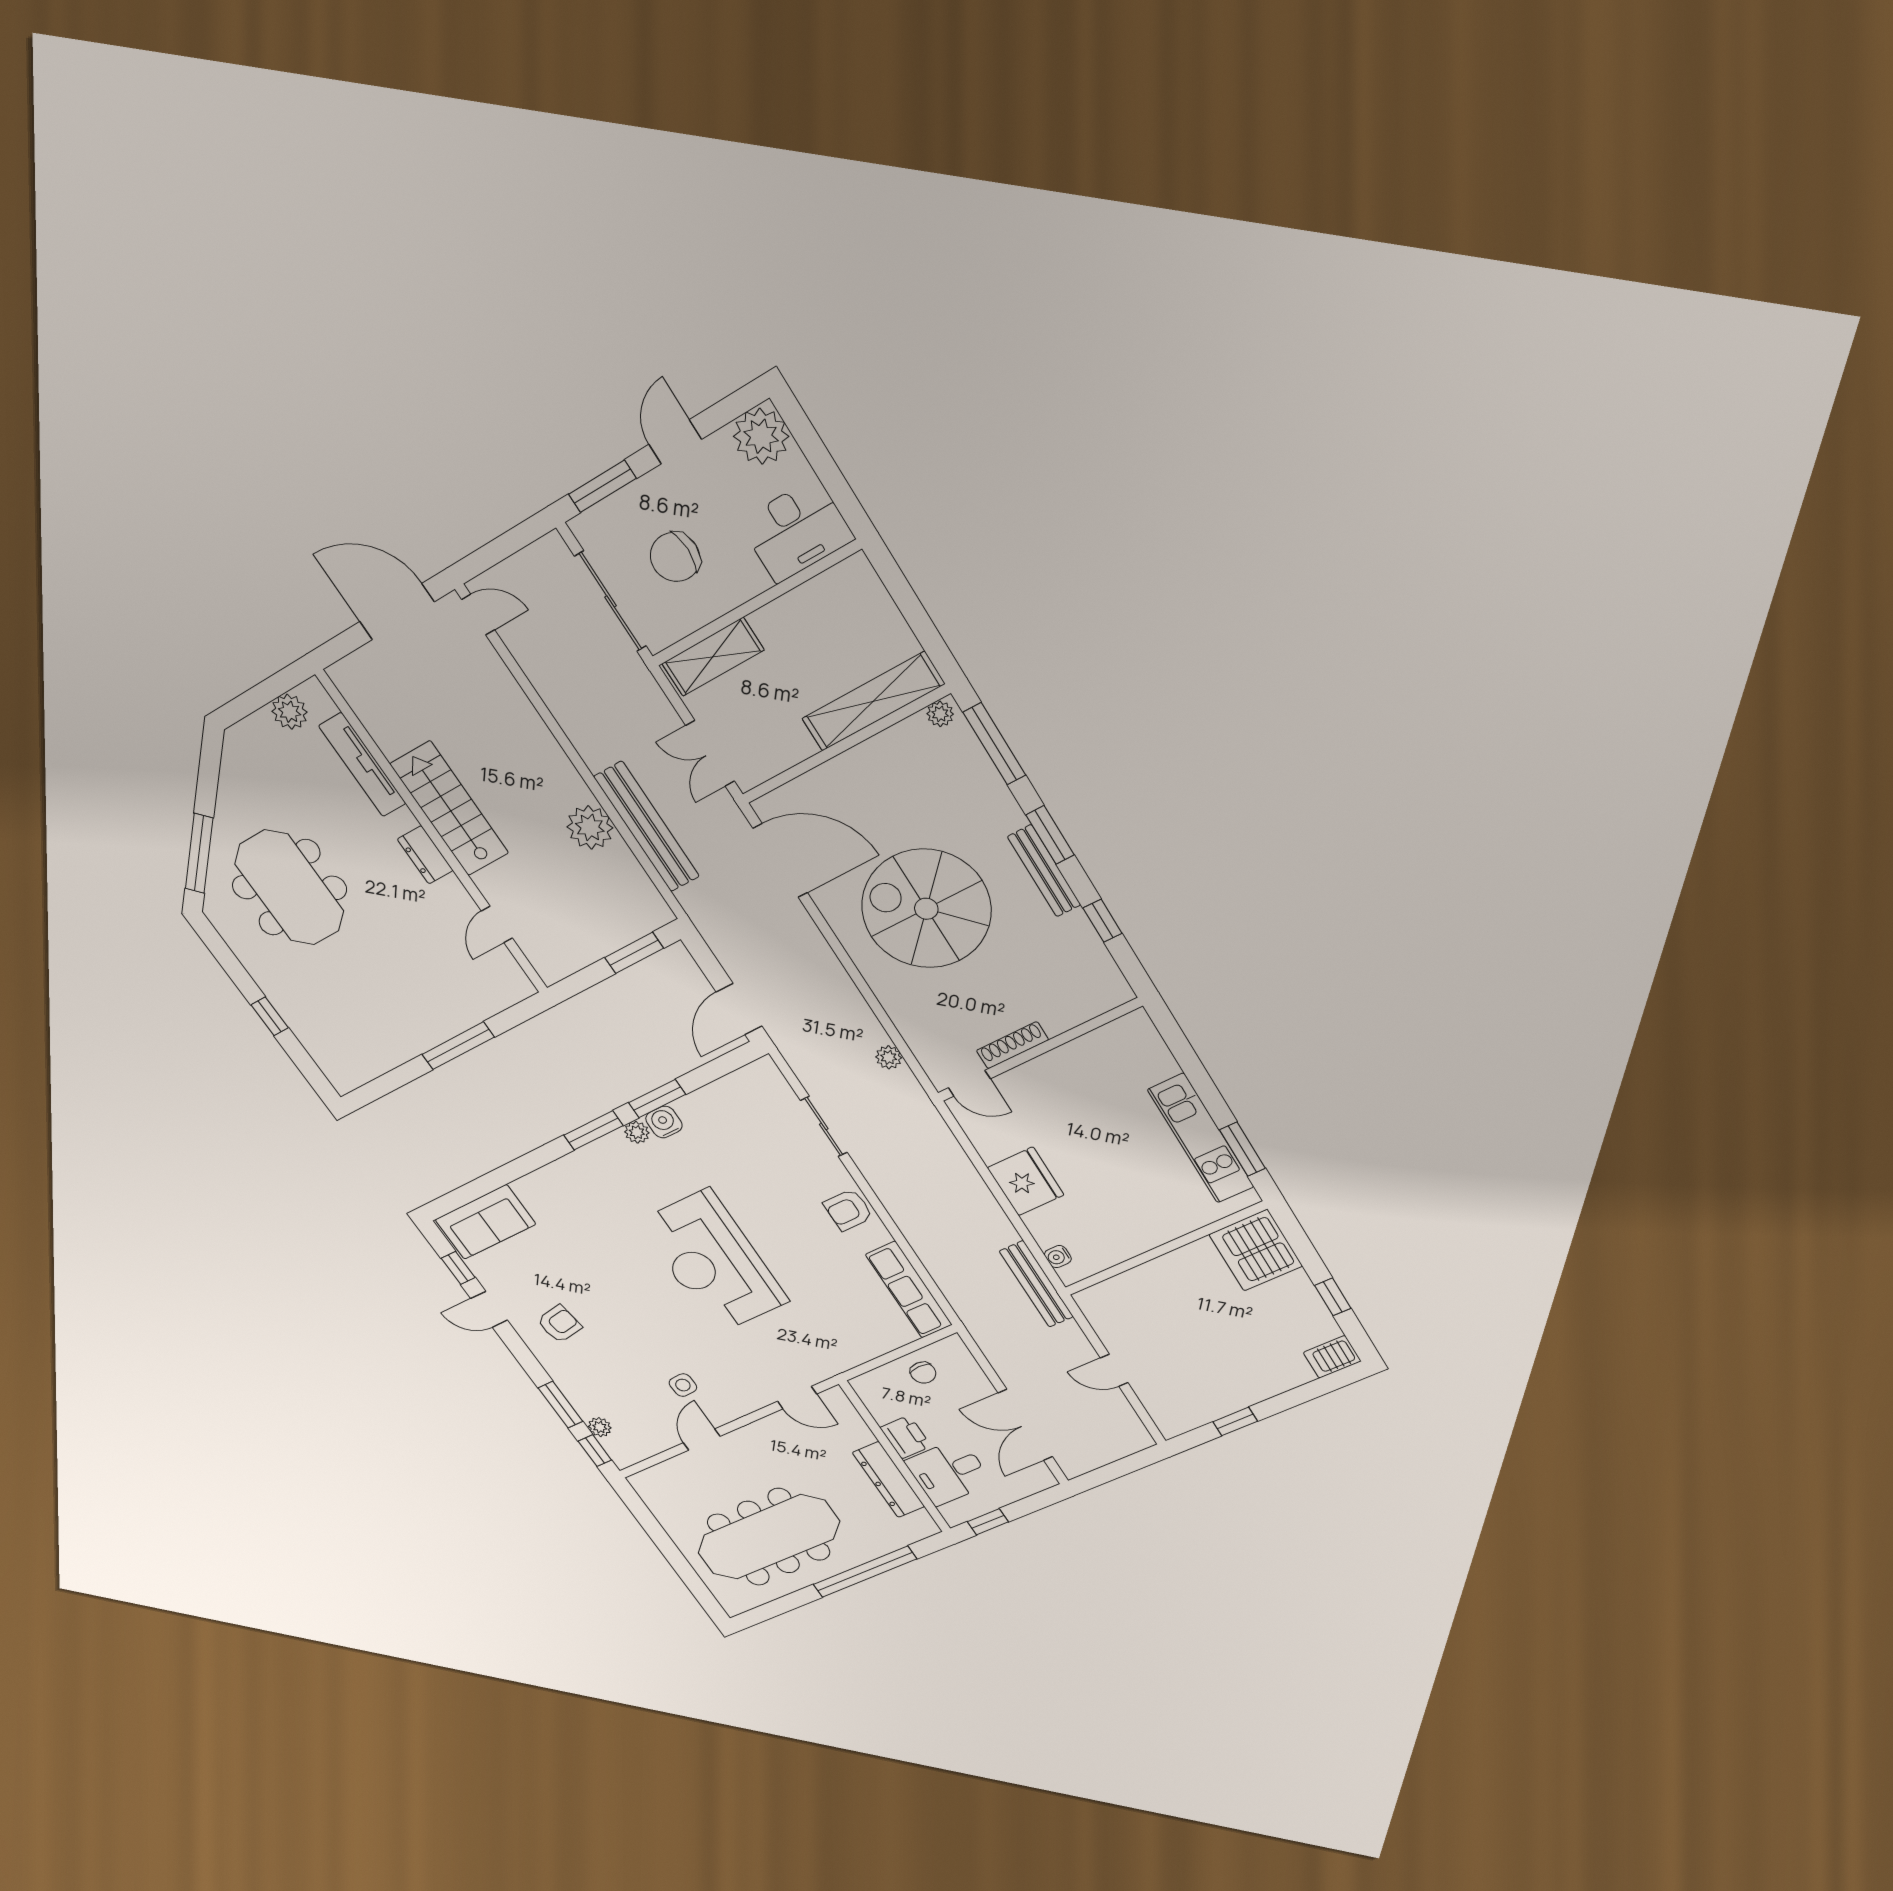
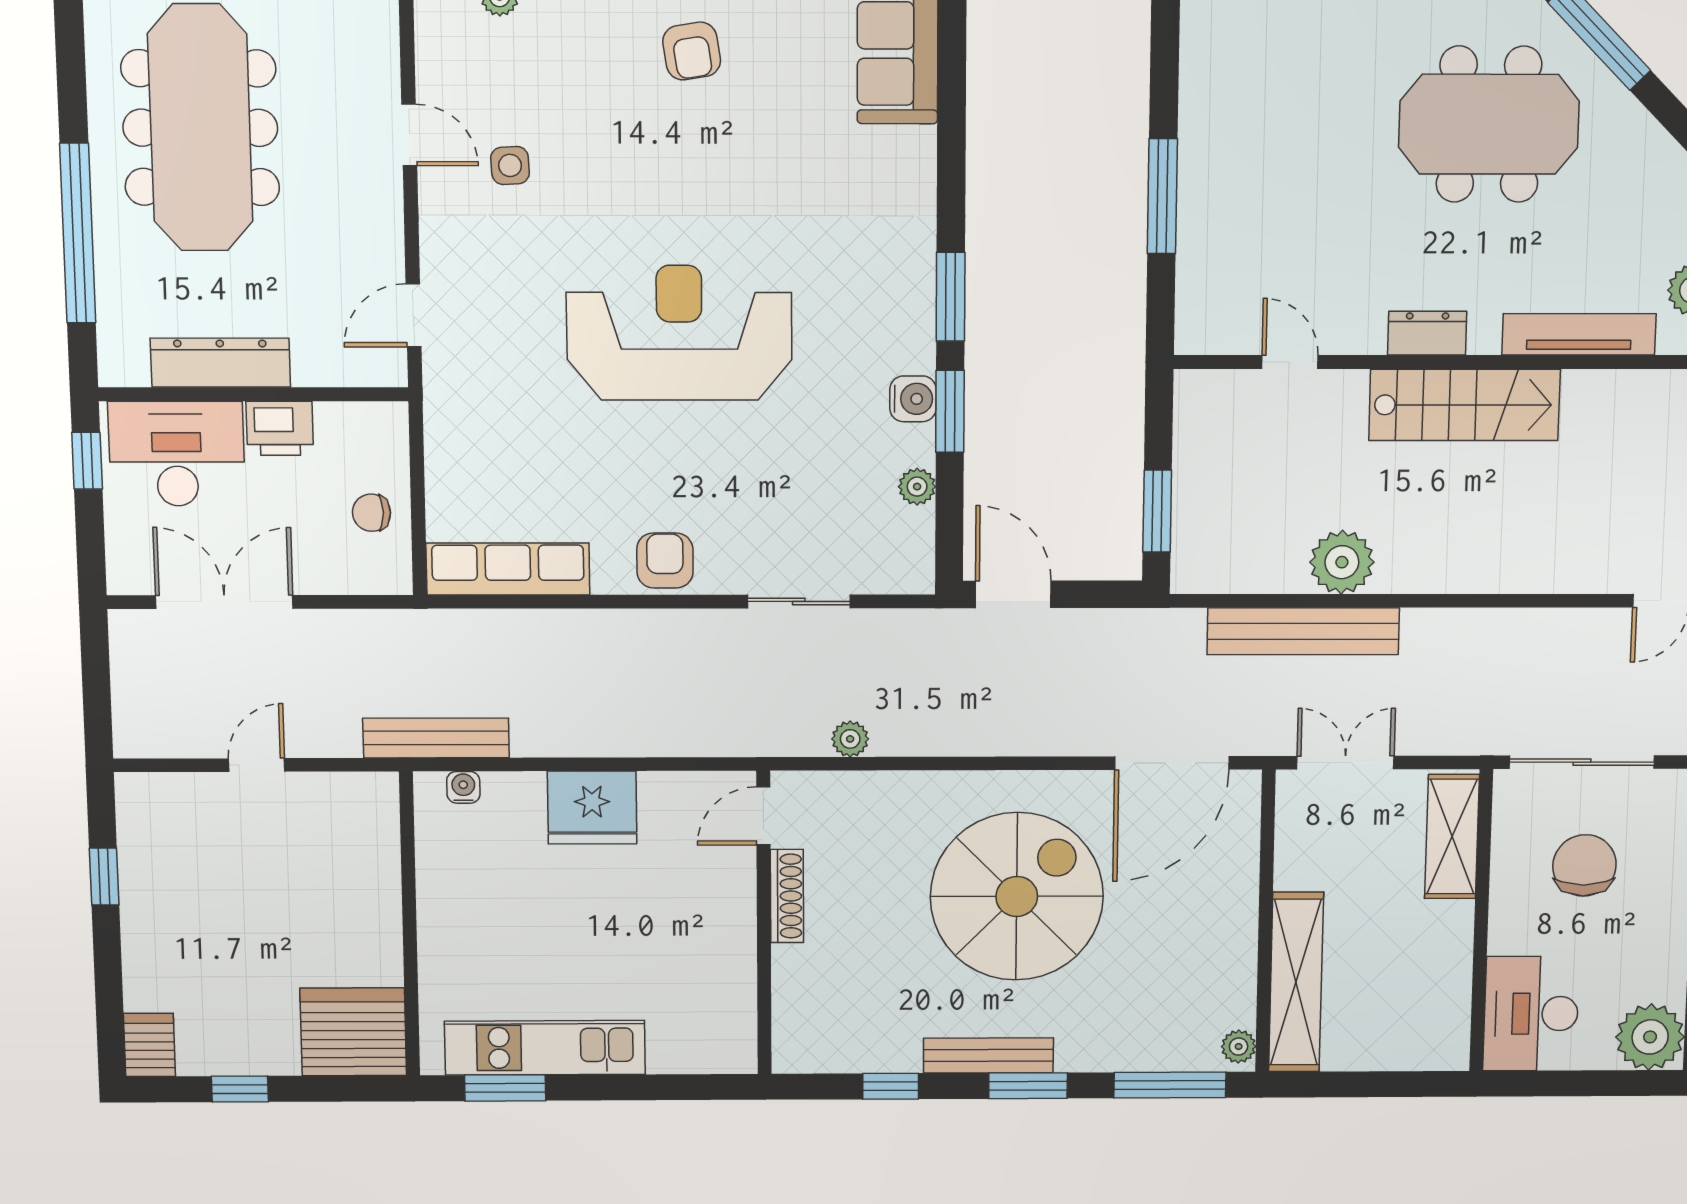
plant: (637, 1132) -> (917, 487), moved
desk: (948, 1472) -> (177, 454), width x1.37

